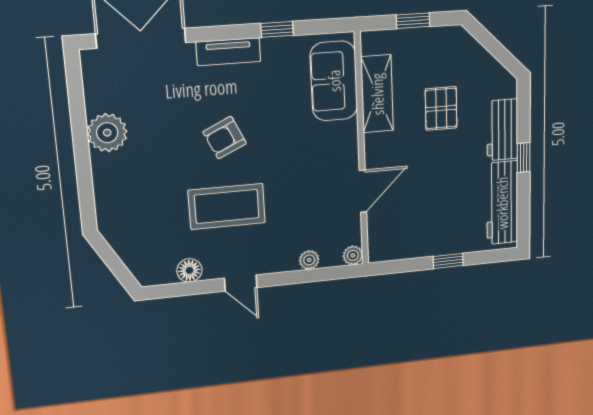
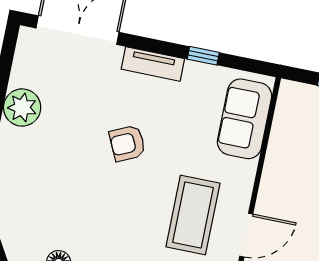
shelving: (377, 94) -> (283, 143), removed
coffee table: (227, 206) -> (193, 215), moved, turned 90

